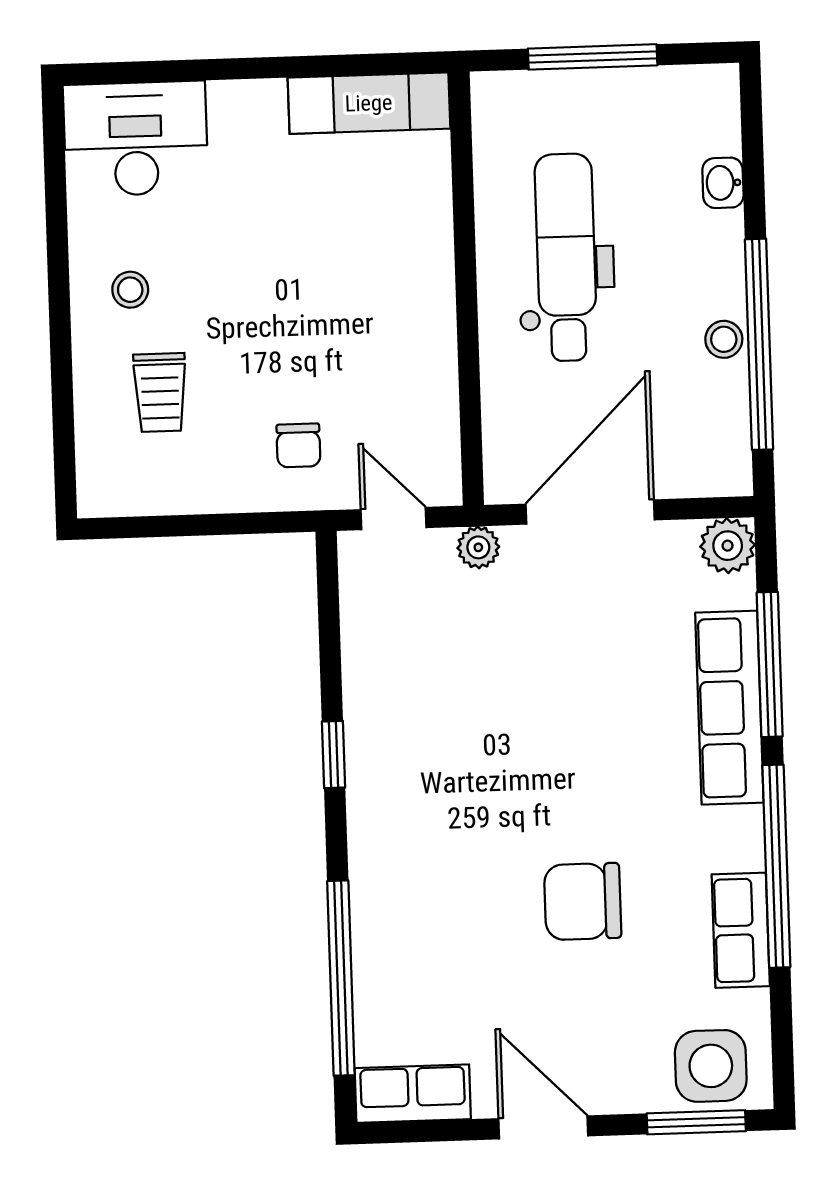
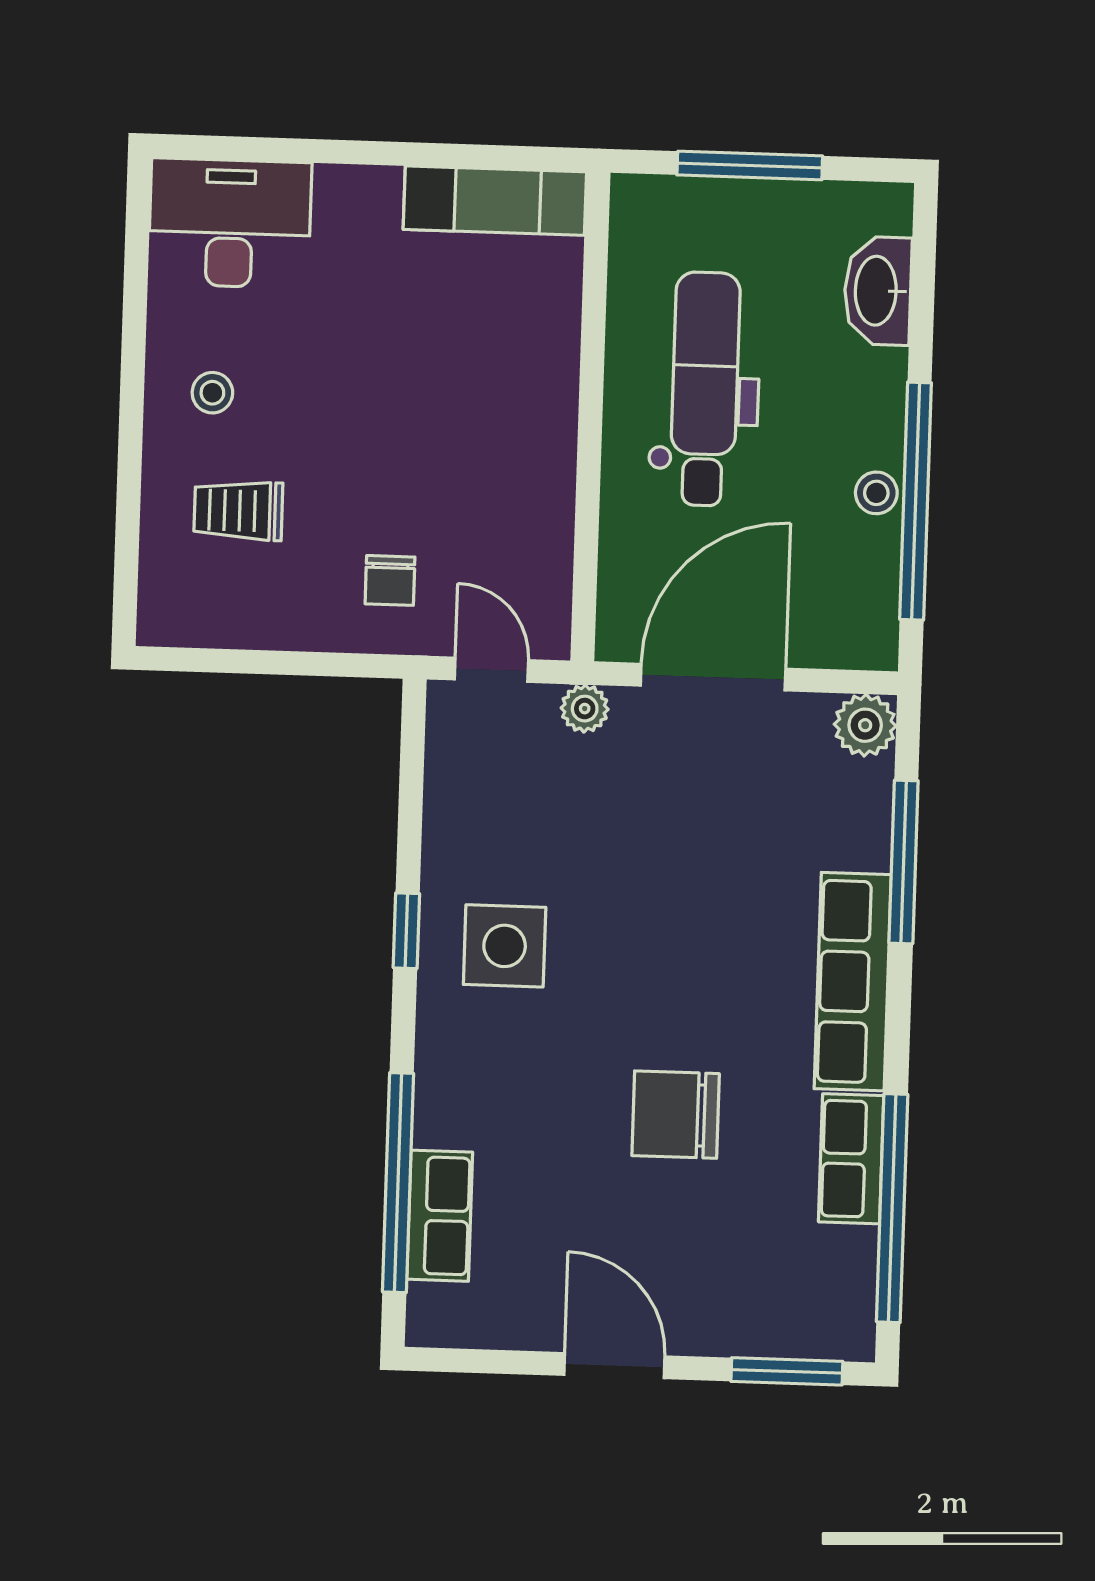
washbasin: (723, 183) -> (878, 291), width x1.91, depth x1.45
trolley: (160, 392) -> (238, 511), turned 90
row of seats: (729, 708) -> (853, 982), moved
window: (776, 866) -> (892, 1208), moved
side table: (711, 1066) -> (505, 946), moved
row of seats: (413, 1094) -> (440, 1216), moved, turned 90

